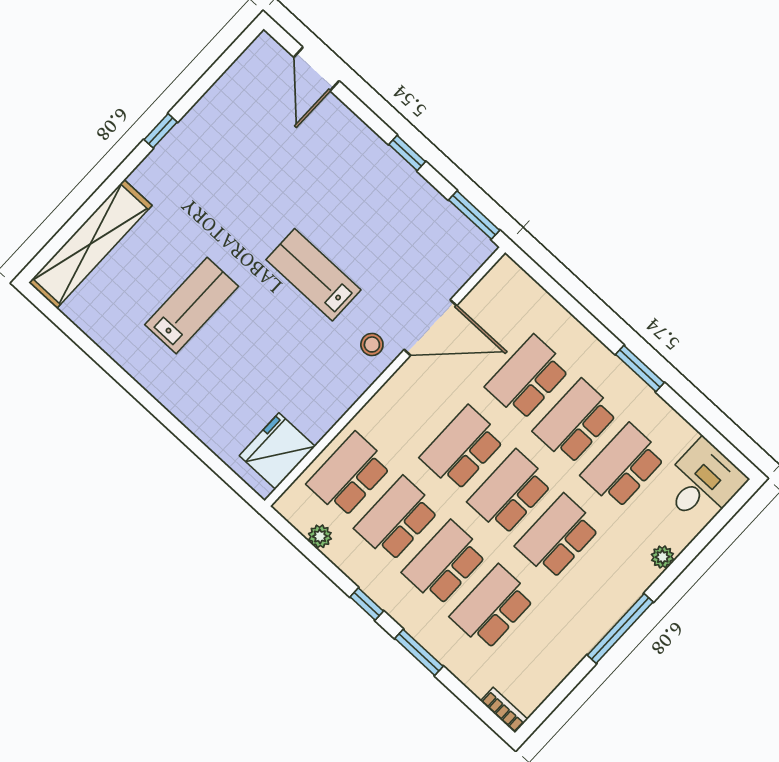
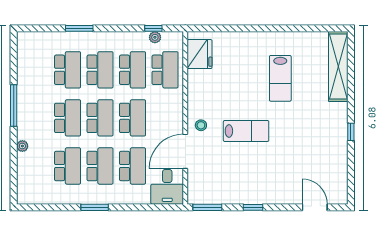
desk: (703, 483) -> (167, 187), moved
window: (367, 604) -> (153, 28), moved
bookcase: (504, 710) -> (28, 36), removed

